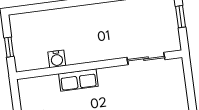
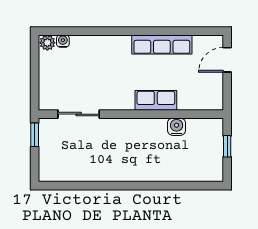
window: (181, 17) -> (35, 135), moved

